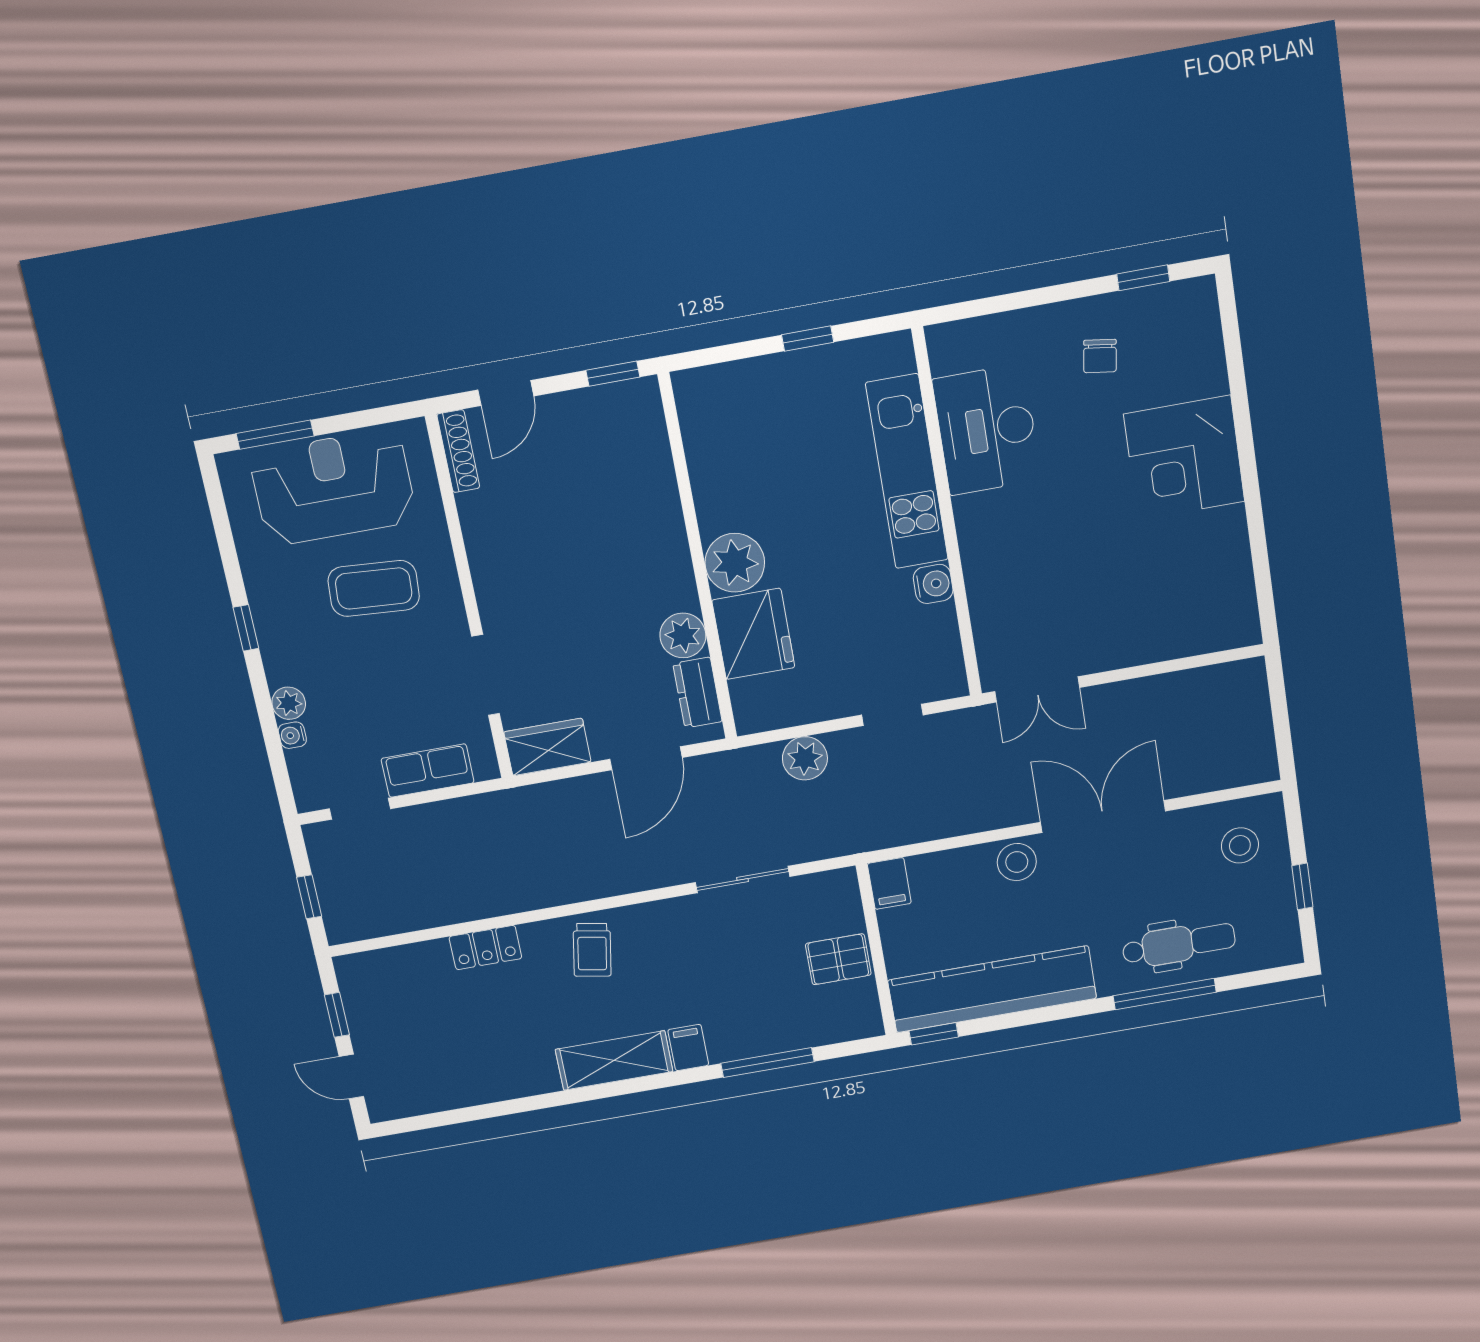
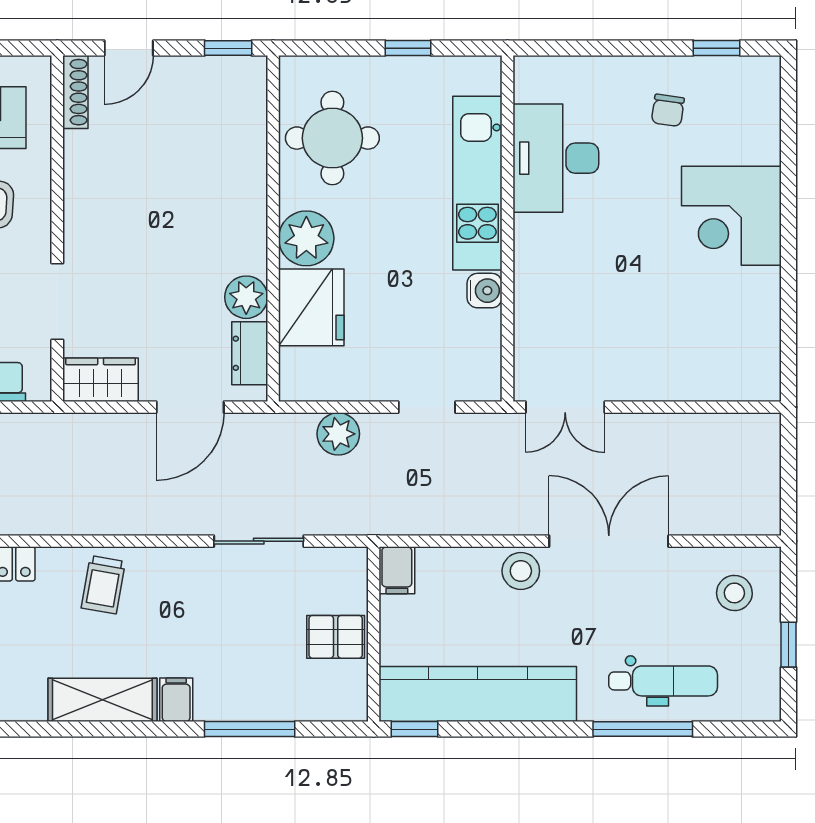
round table: (743, 451) -> (332, 138), added

